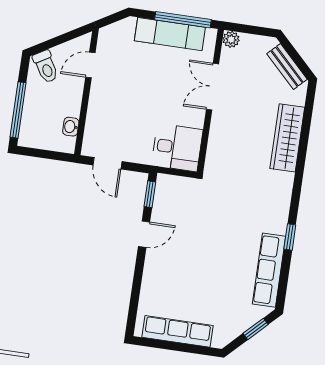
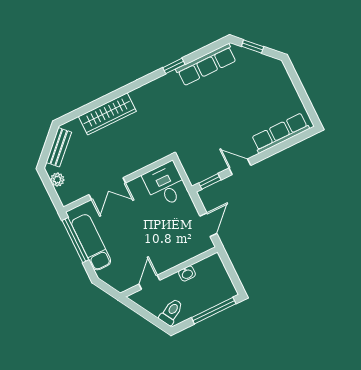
plant: (231, 39) -> (57, 180), moved
door: (90, 65) -> (149, 282), swing flipped
washbasin: (71, 127) -> (187, 273), moved
row of seats: (177, 331) -> (280, 133), moved, turned 90

